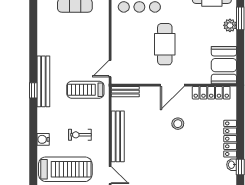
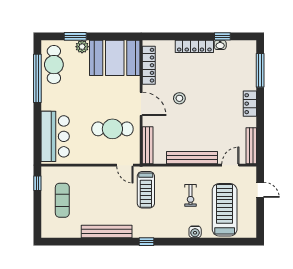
cafe table: (165, 44) -> (112, 129), moved
booth: (224, 65) -> (115, 58), width x1.36, depth x1.42
bench: (43, 81) -> (107, 232), moved
bench: (125, 92) -> (148, 145), width x1.36

